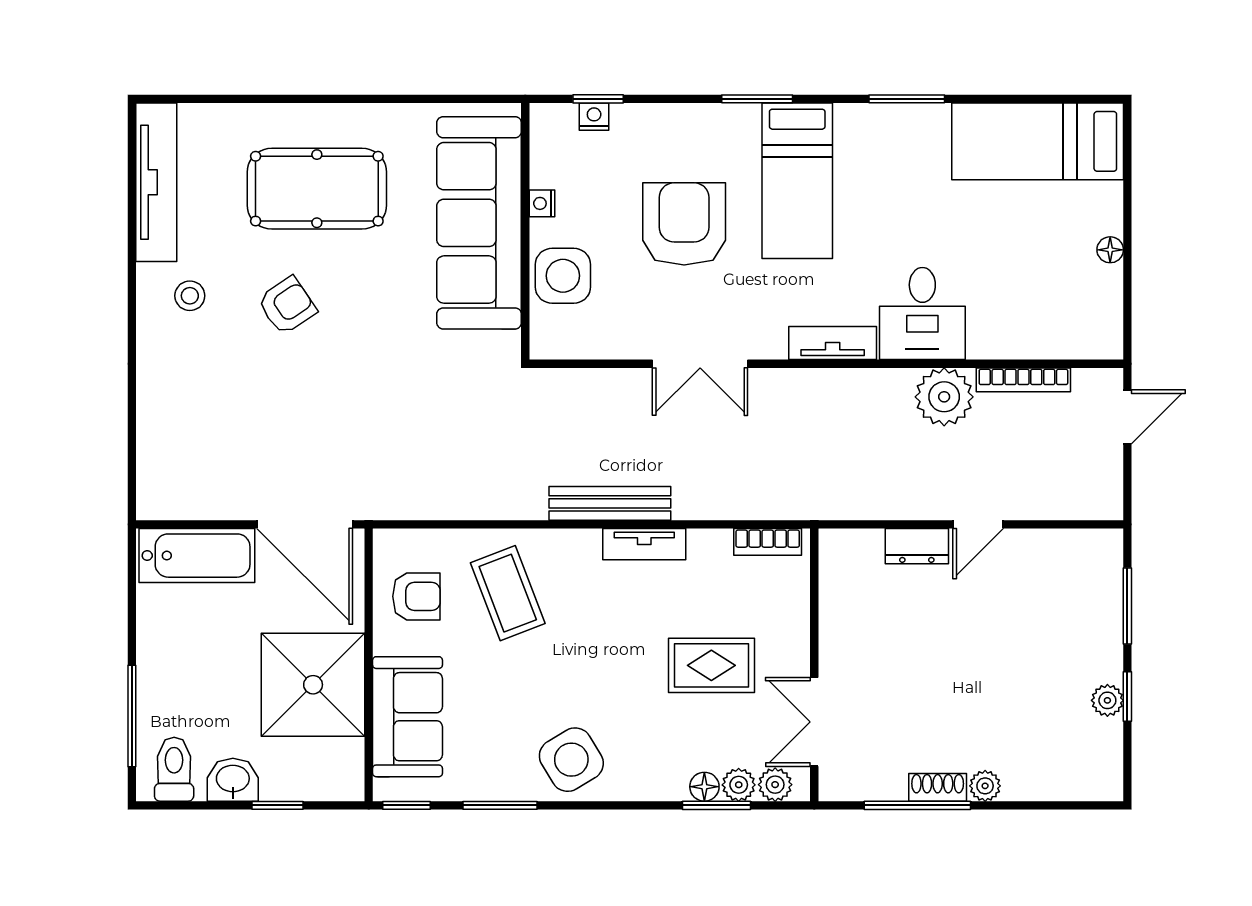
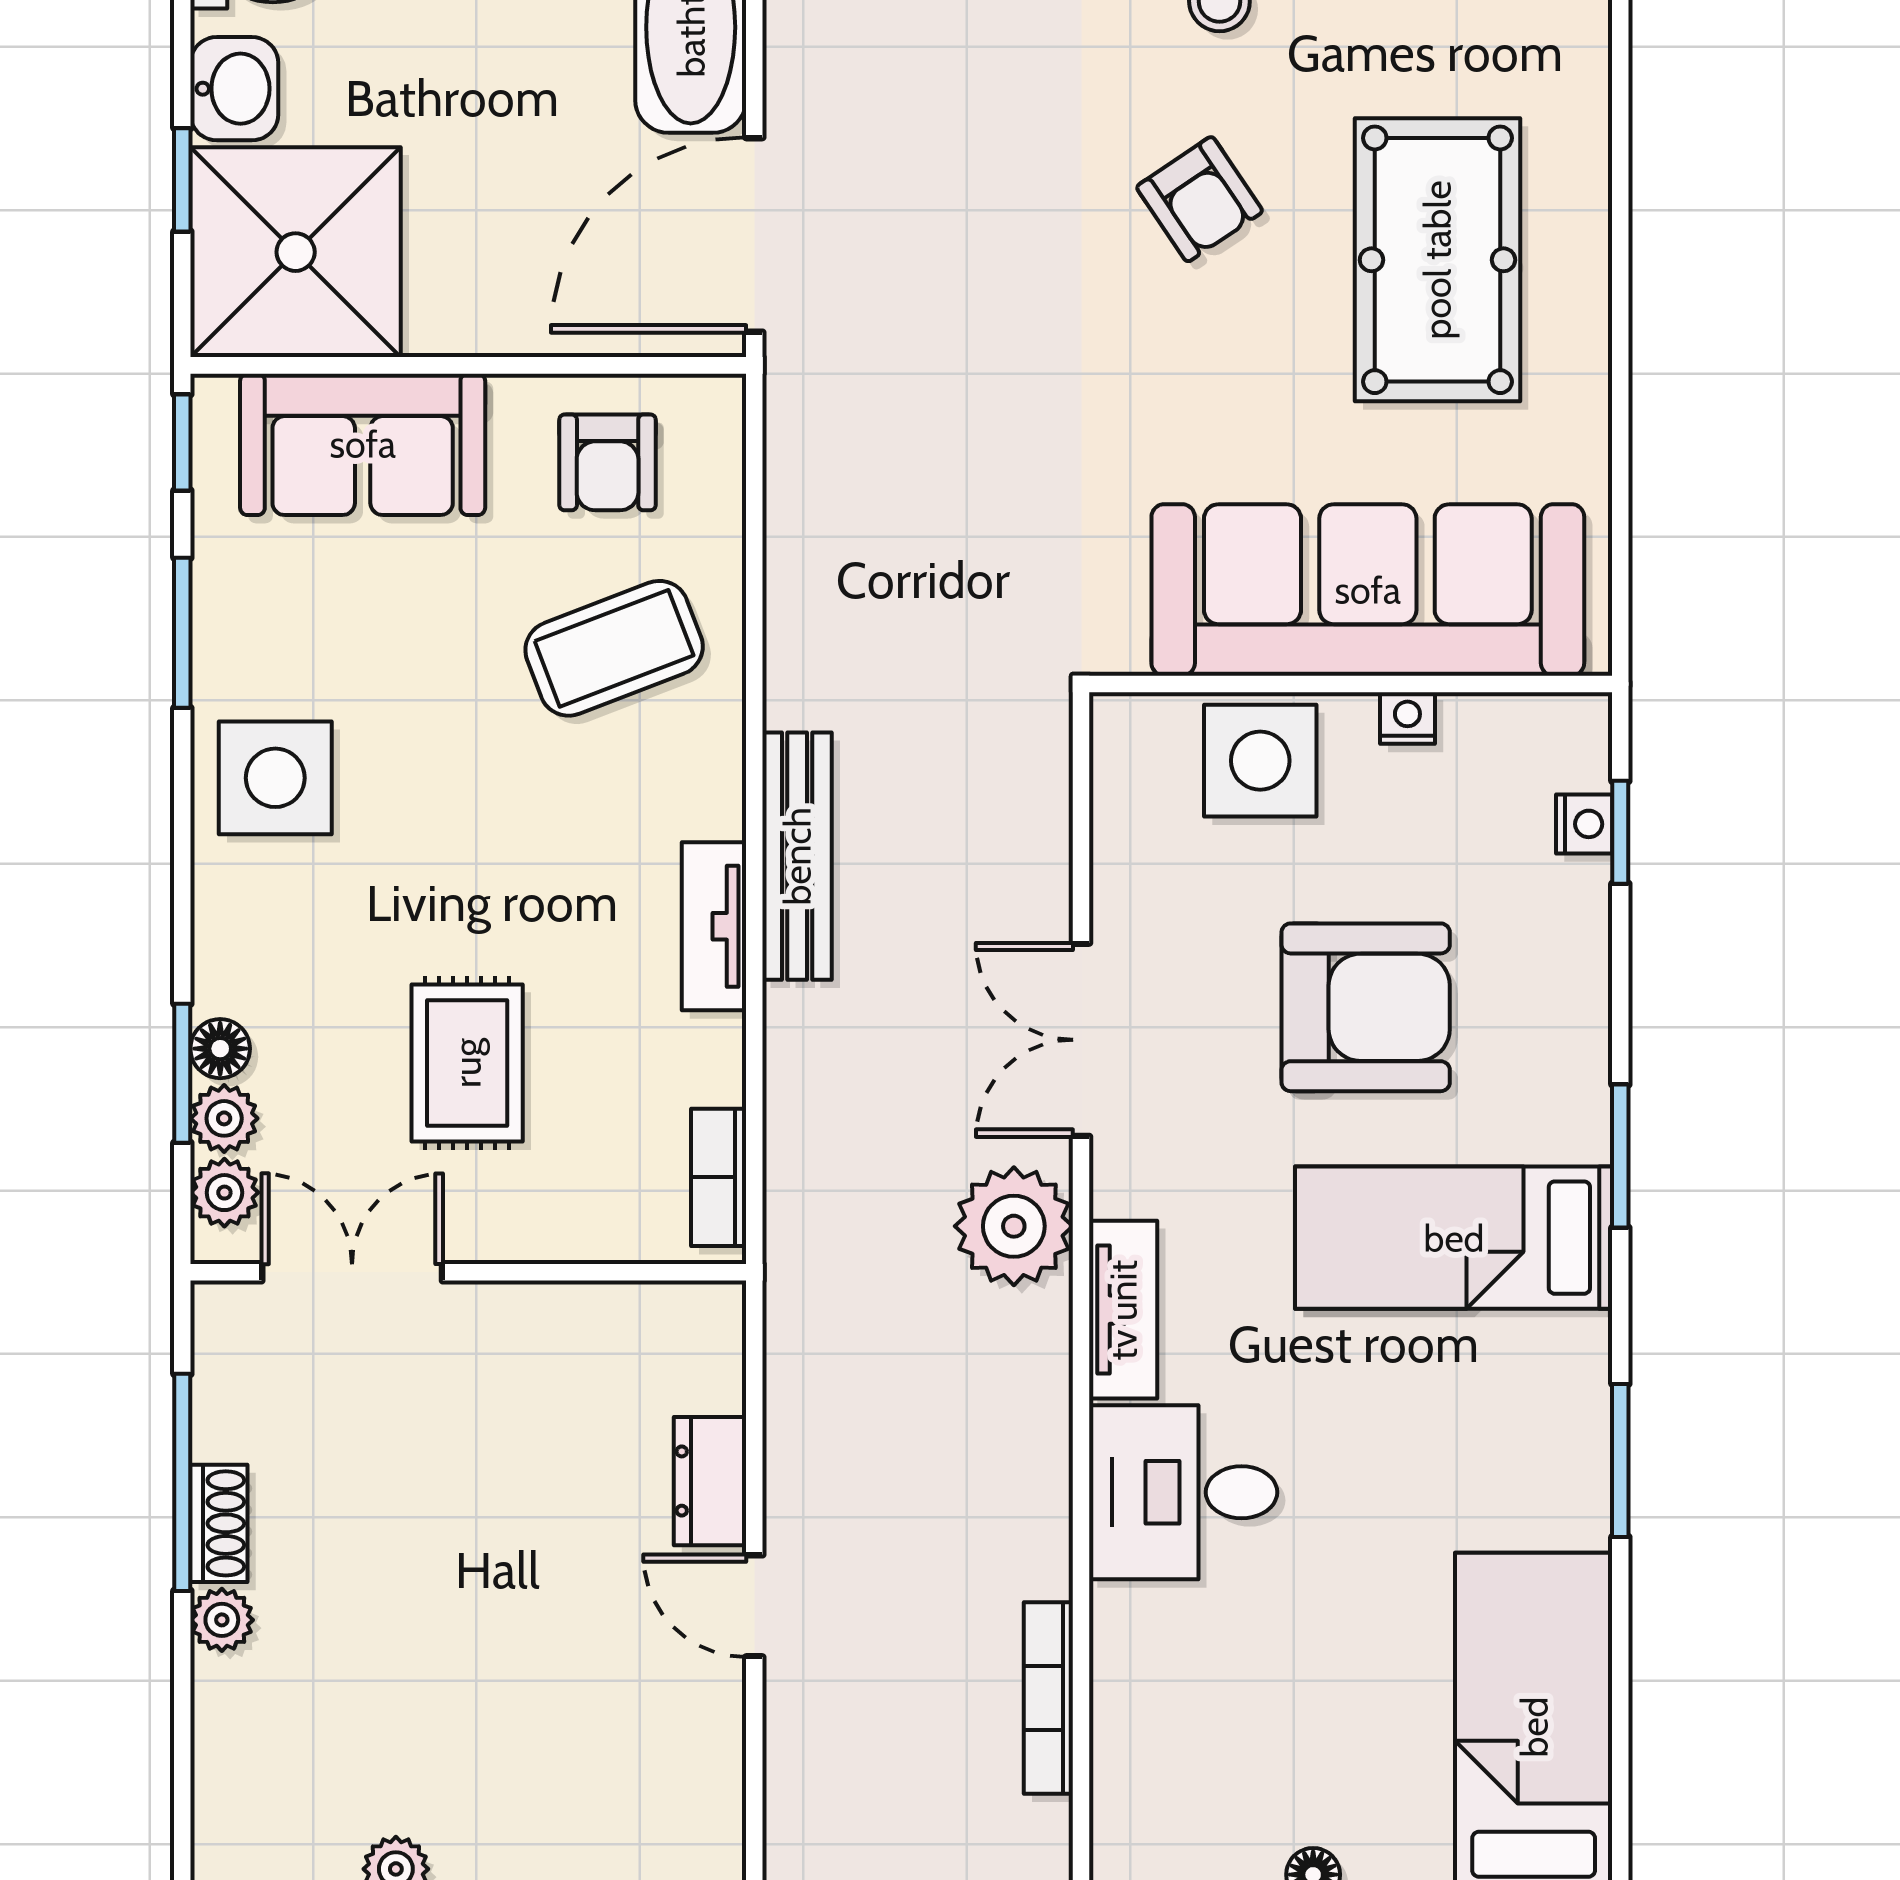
plant: (944, 397) -> (1014, 1226), moved
shower: (313, 685) -> (296, 252), moved
side table: (571, 760) -> (275, 778), turned 31

